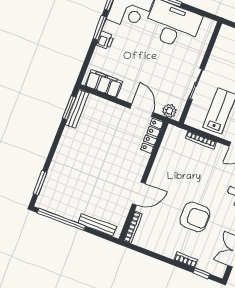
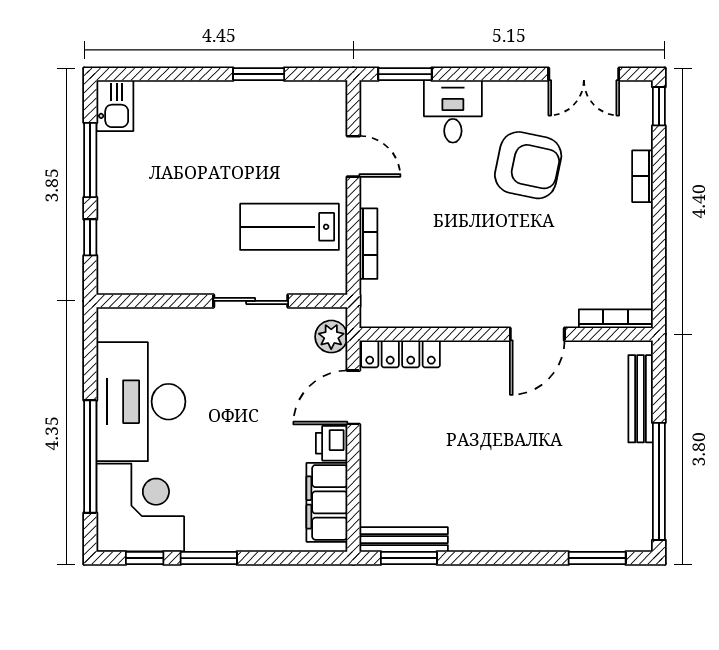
printer: (105, 40) -> (332, 443), moved, turned -90
door: (139, 194) -> (537, 334), swing flipped
armchair: (195, 217) -> (528, 165), moved, turned 102
window: (201, 273) -> (659, 106), moved

